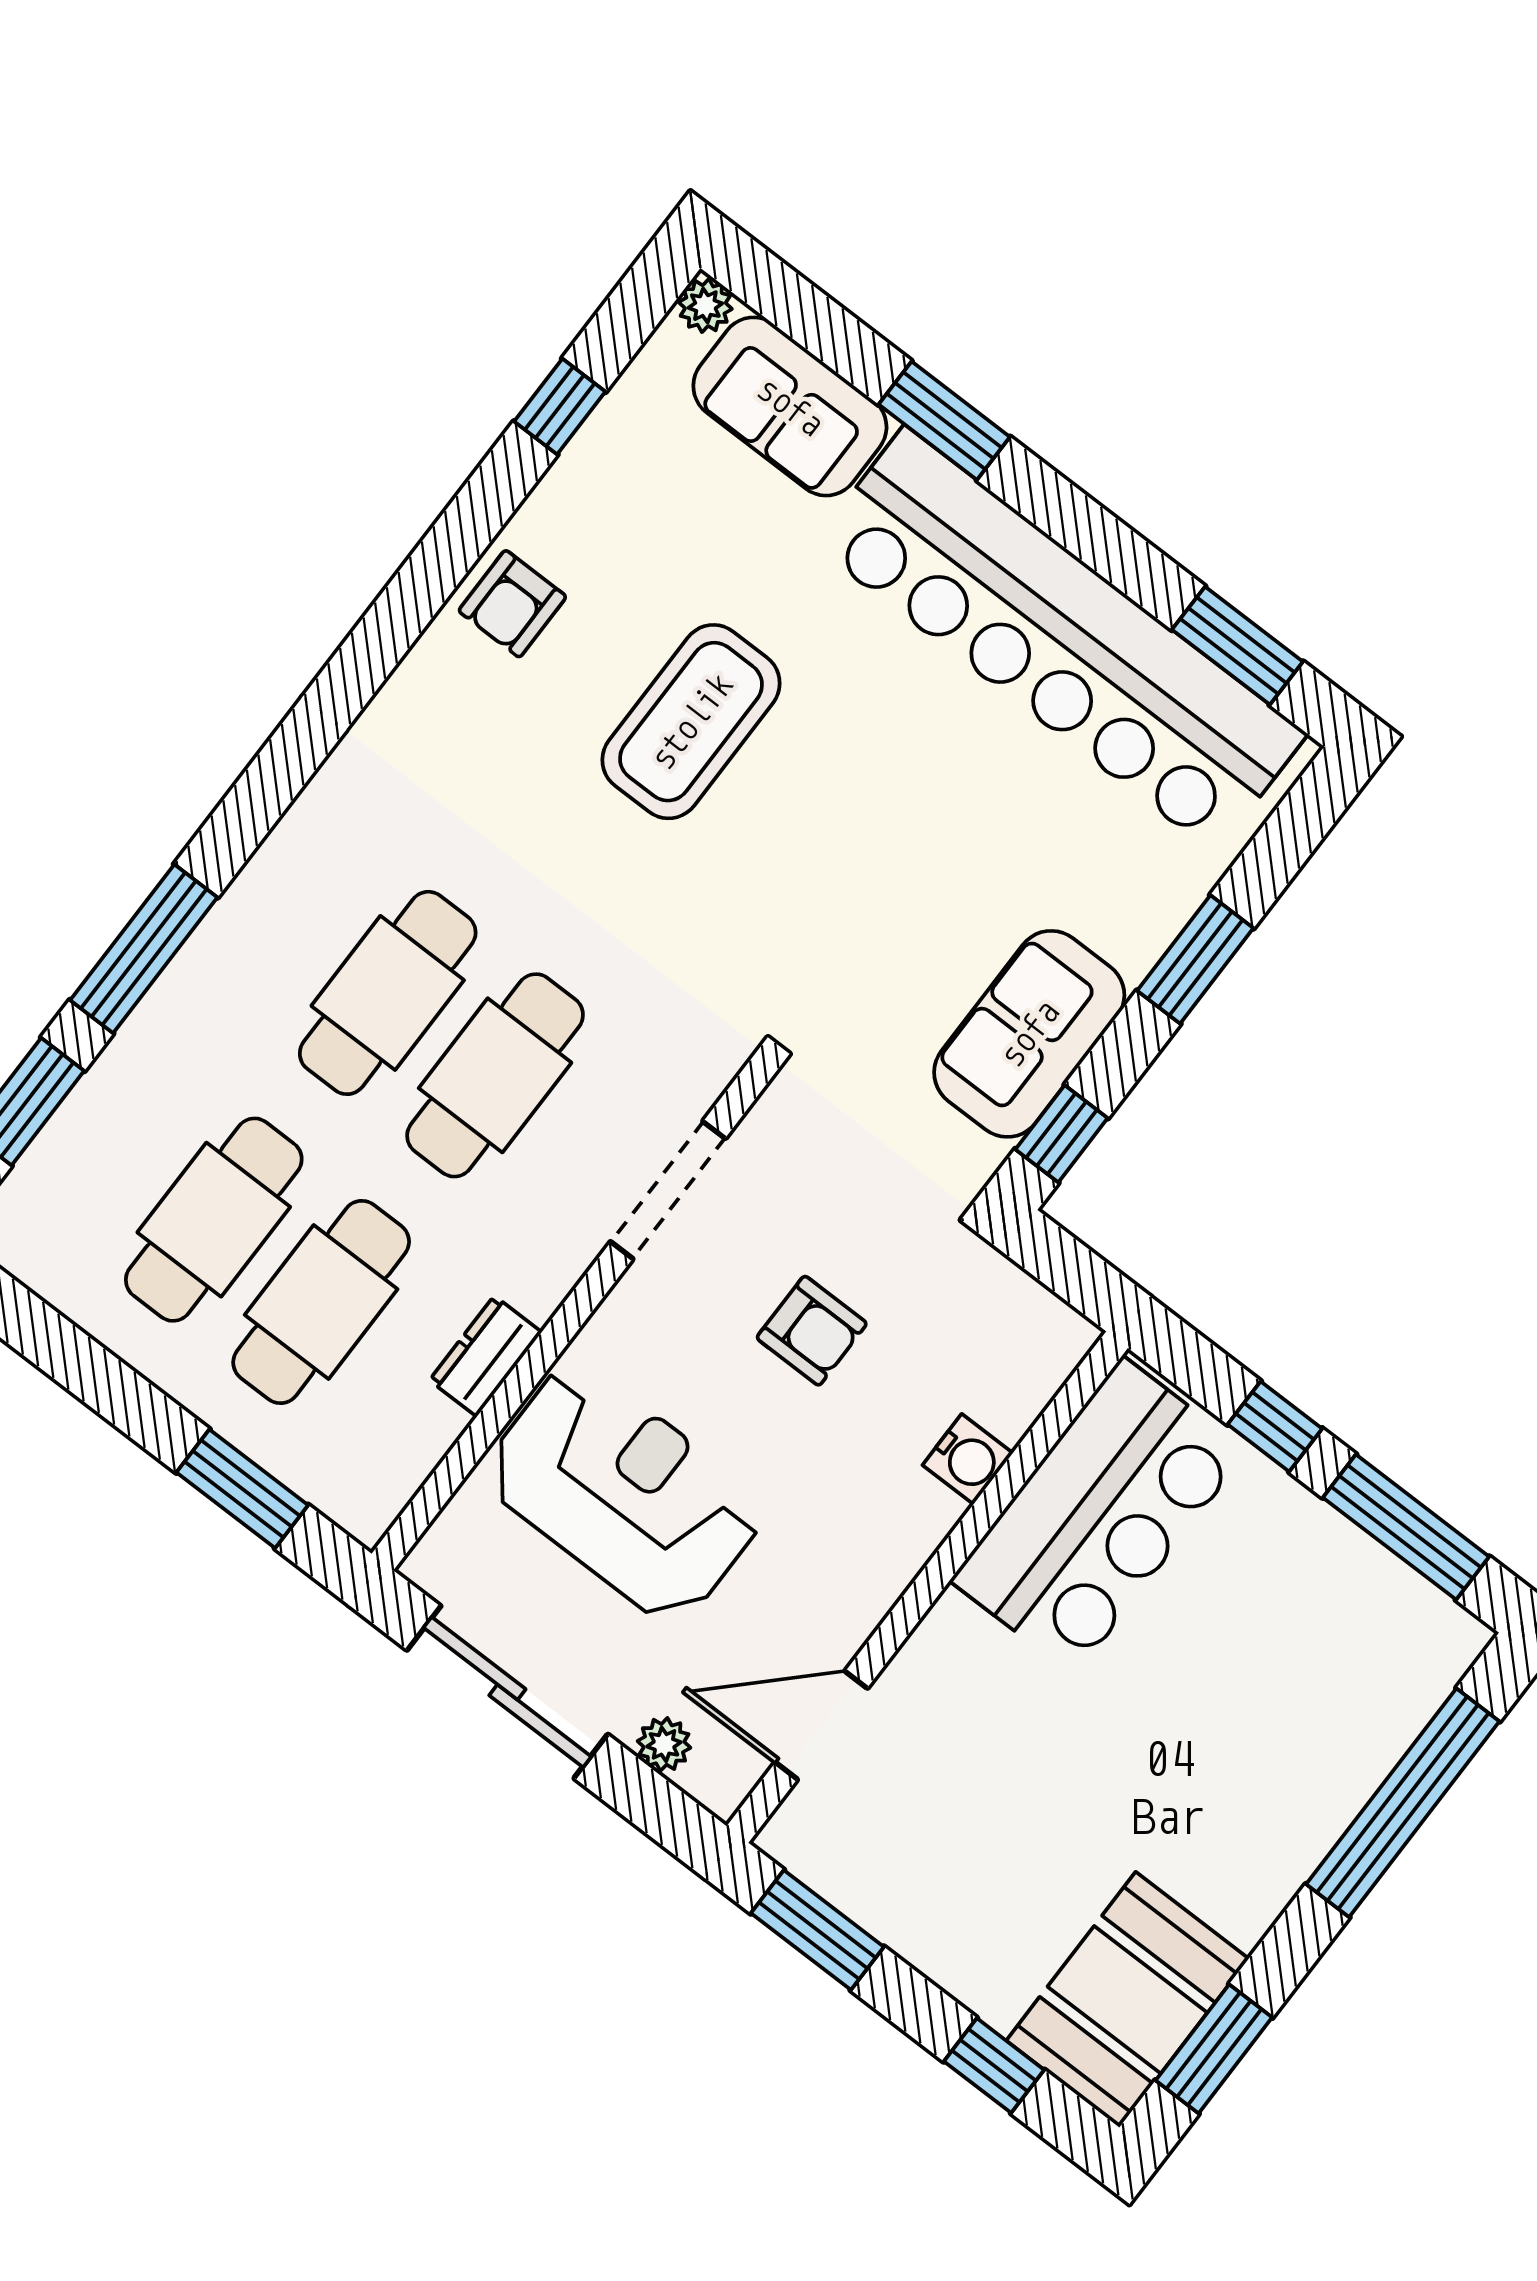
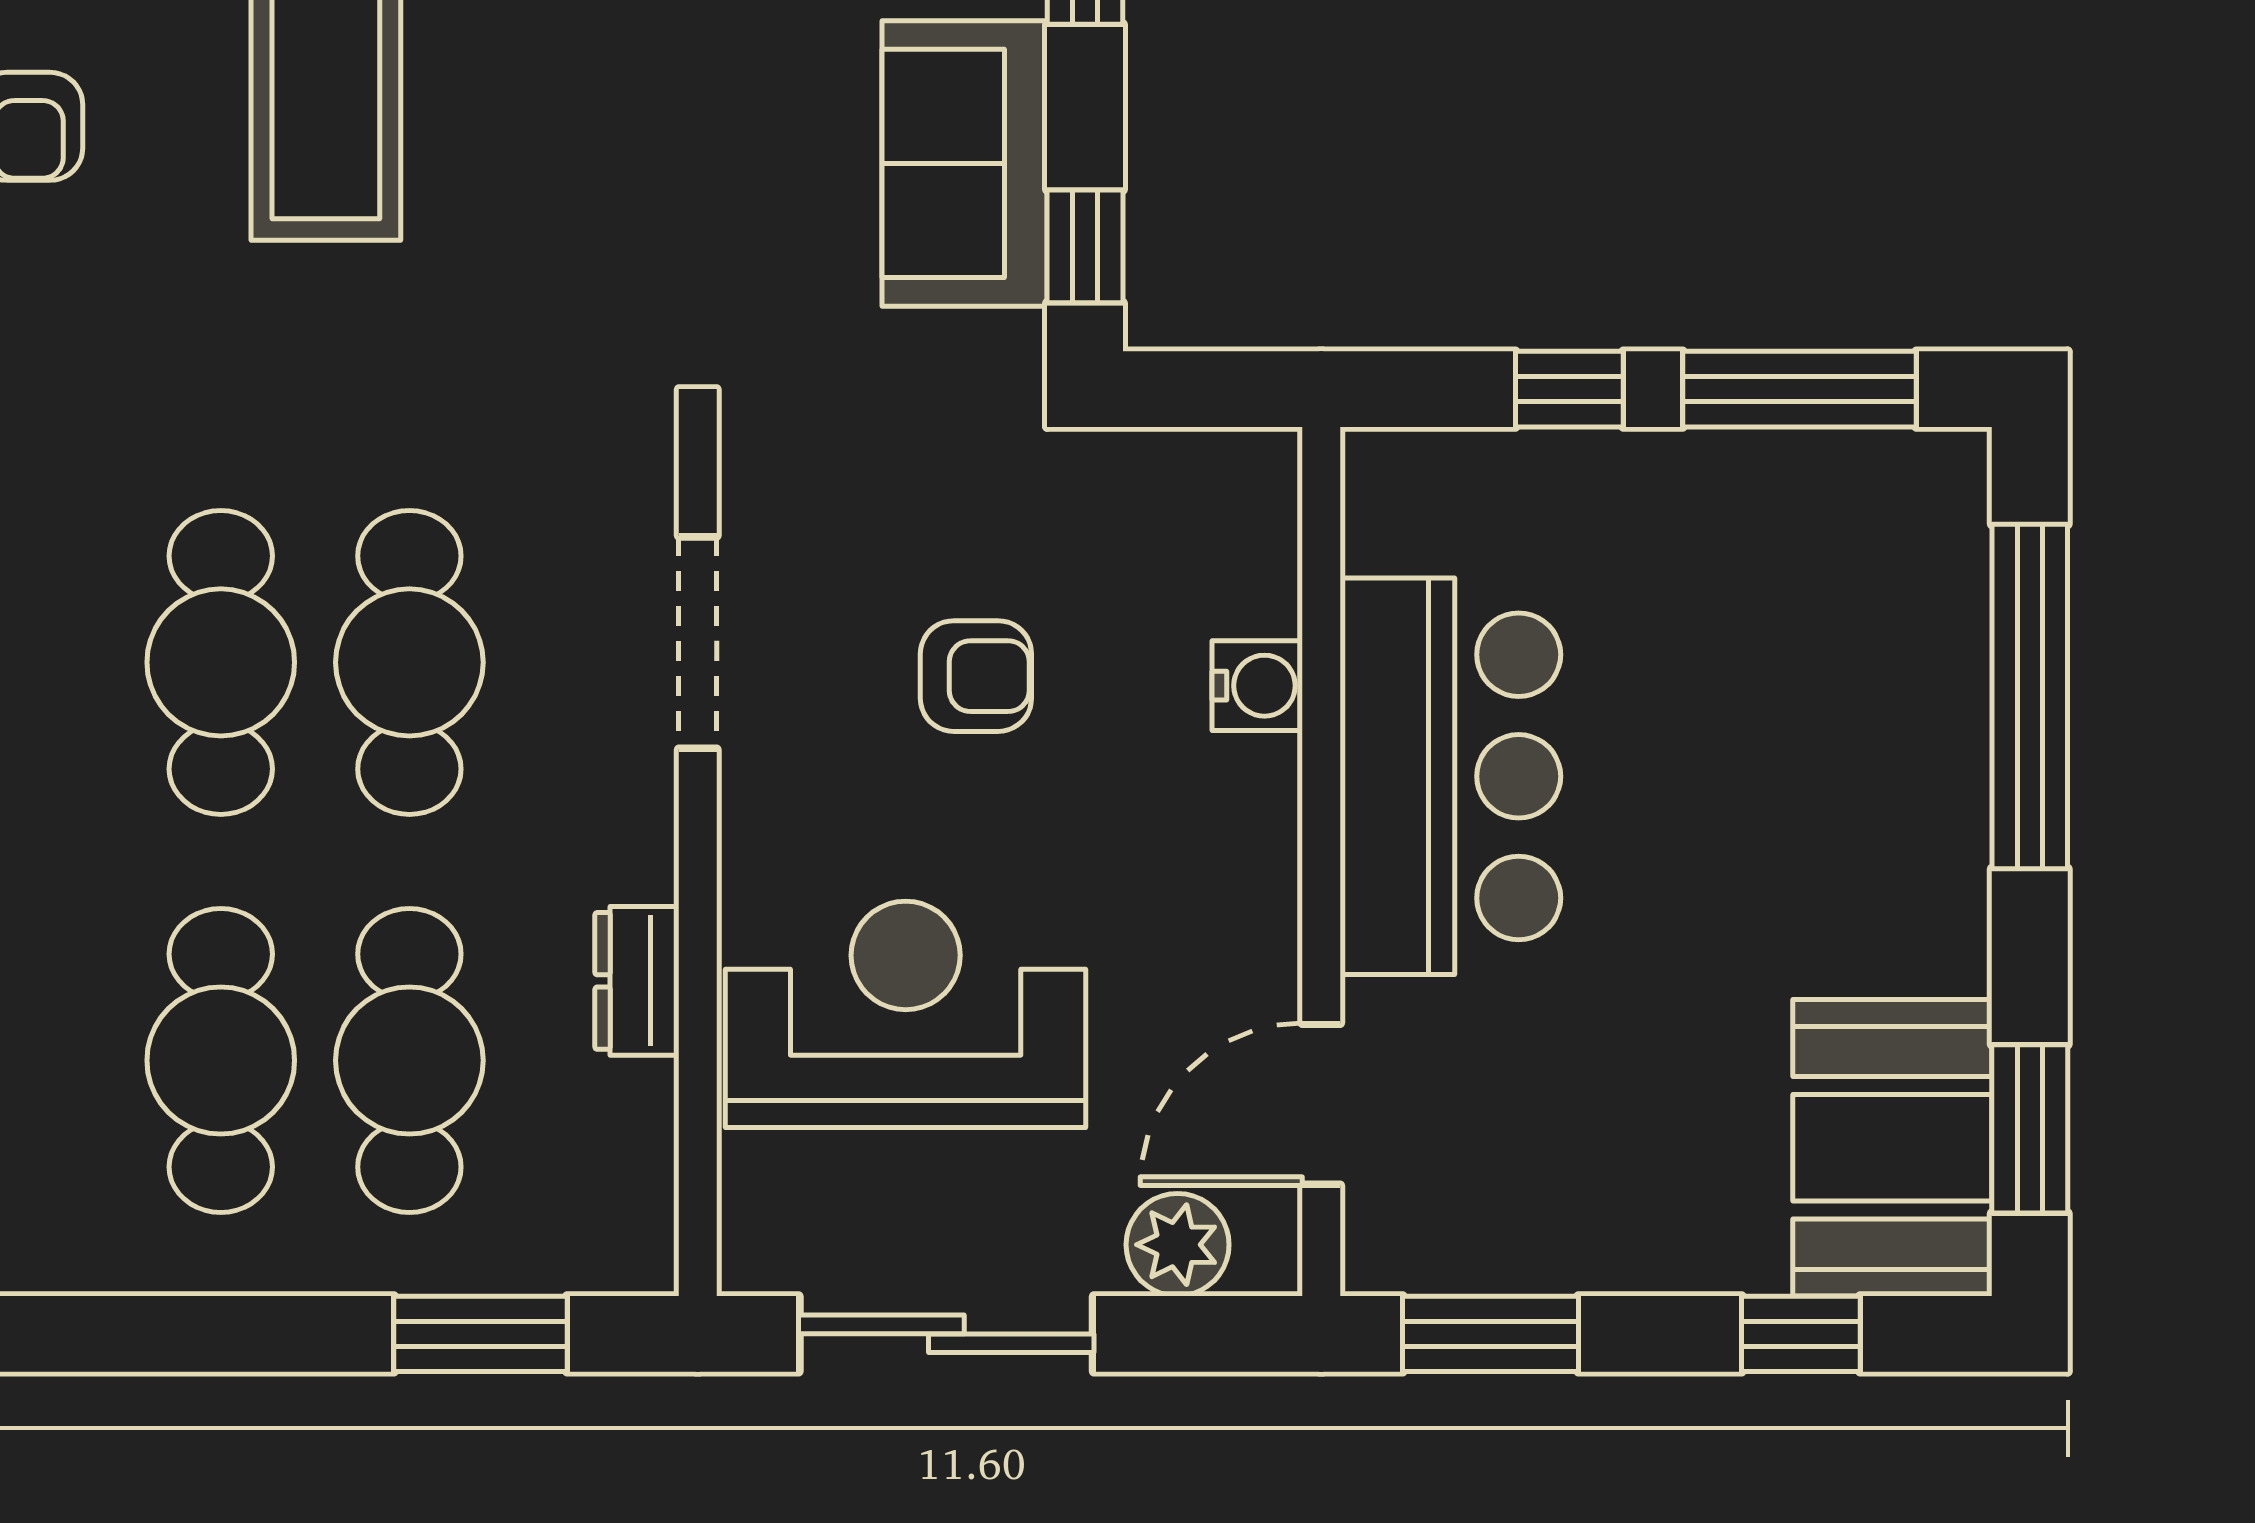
bar counter: (1099, 1516) -> (1450, 776), moved
plant: (664, 1744) -> (1178, 1245), width x1.38, depth x1.38

